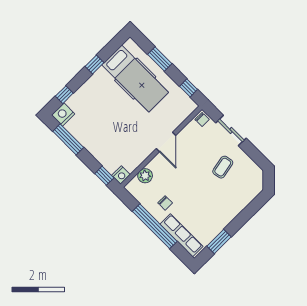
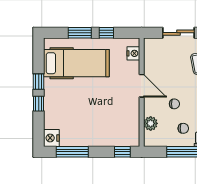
window: (188, 88) -> (106, 33), moved
window: (64, 95) -> (39, 104), moved
chair: (202, 119) -> (174, 104), moved
nightstand: (121, 175) -> (133, 53), moved

